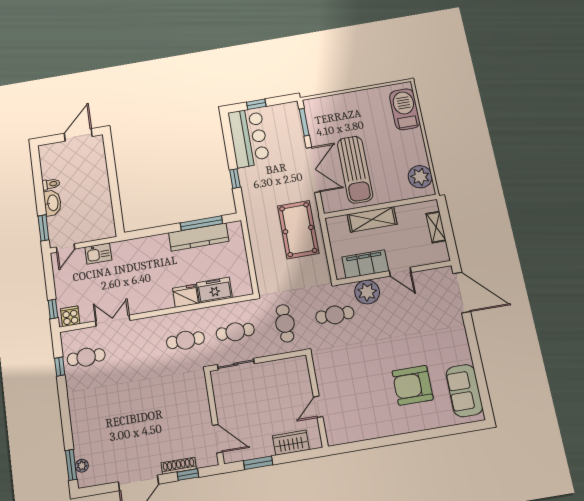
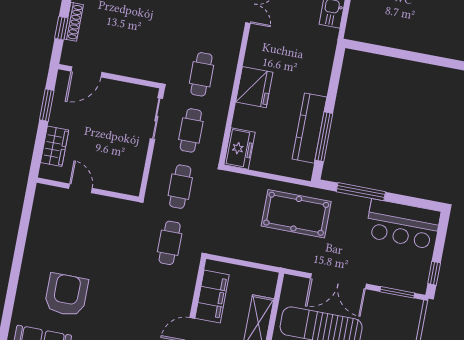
window: (256, 104) -> (434, 273), moved
window: (235, 179) -> (361, 192), width x2.17
pool table: (298, 230) -> (296, 214), moved
freezer: (214, 290) -> (240, 149), moved
plant: (367, 292) -> (181, 287), removed
fridge: (185, 296) -> (254, 87), width x1.36, depth x1.34
cafe table: (285, 323) -> (180, 187), turned 90

